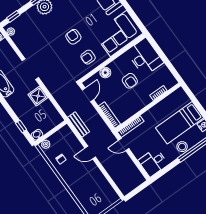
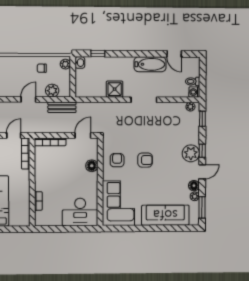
armchair: (130, 81) -> (68, 183), removed
door: (88, 95) -> (83, 135), swing flipped
plant: (72, 140) -> (52, 91), added

